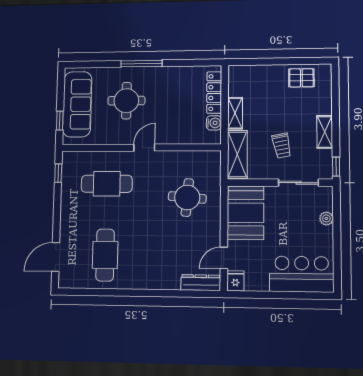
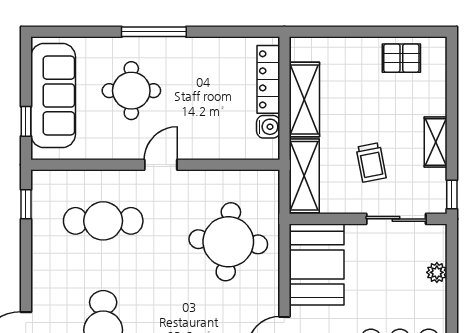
shelving: (235, 113) -> (304, 99), width x1.50, depth x1.33
round table: (187, 197) -> (228, 242), width x1.36, depth x1.36

